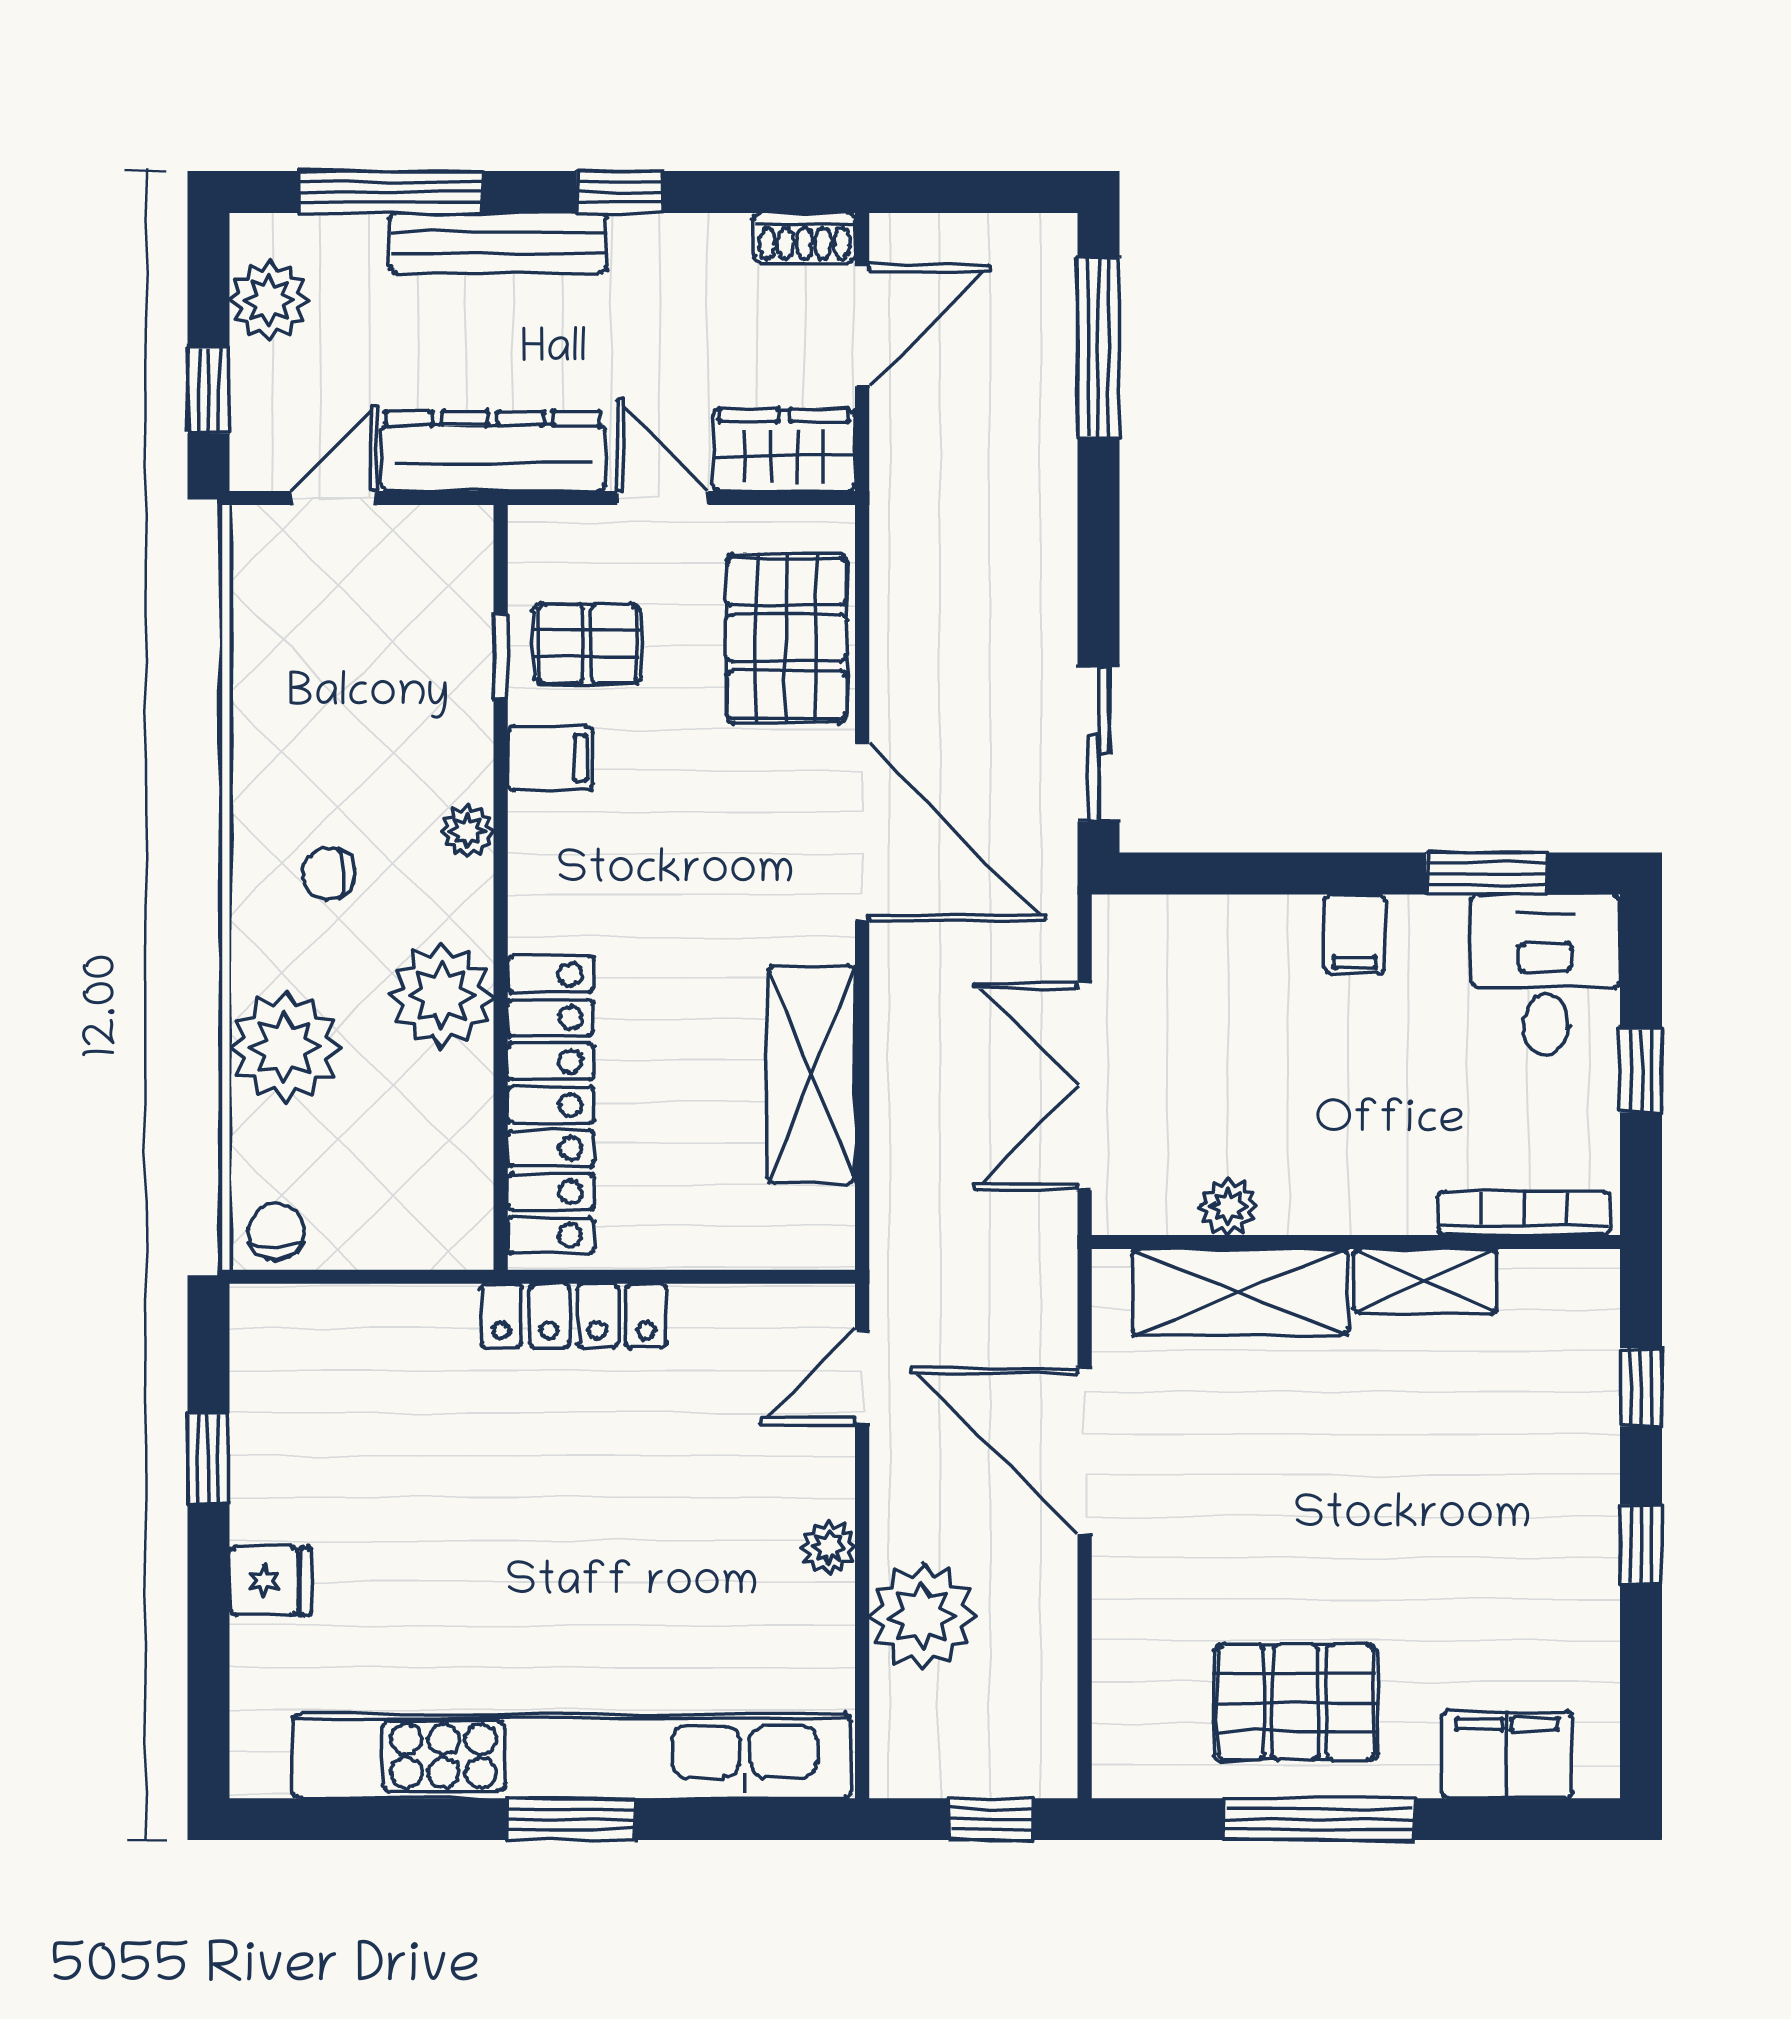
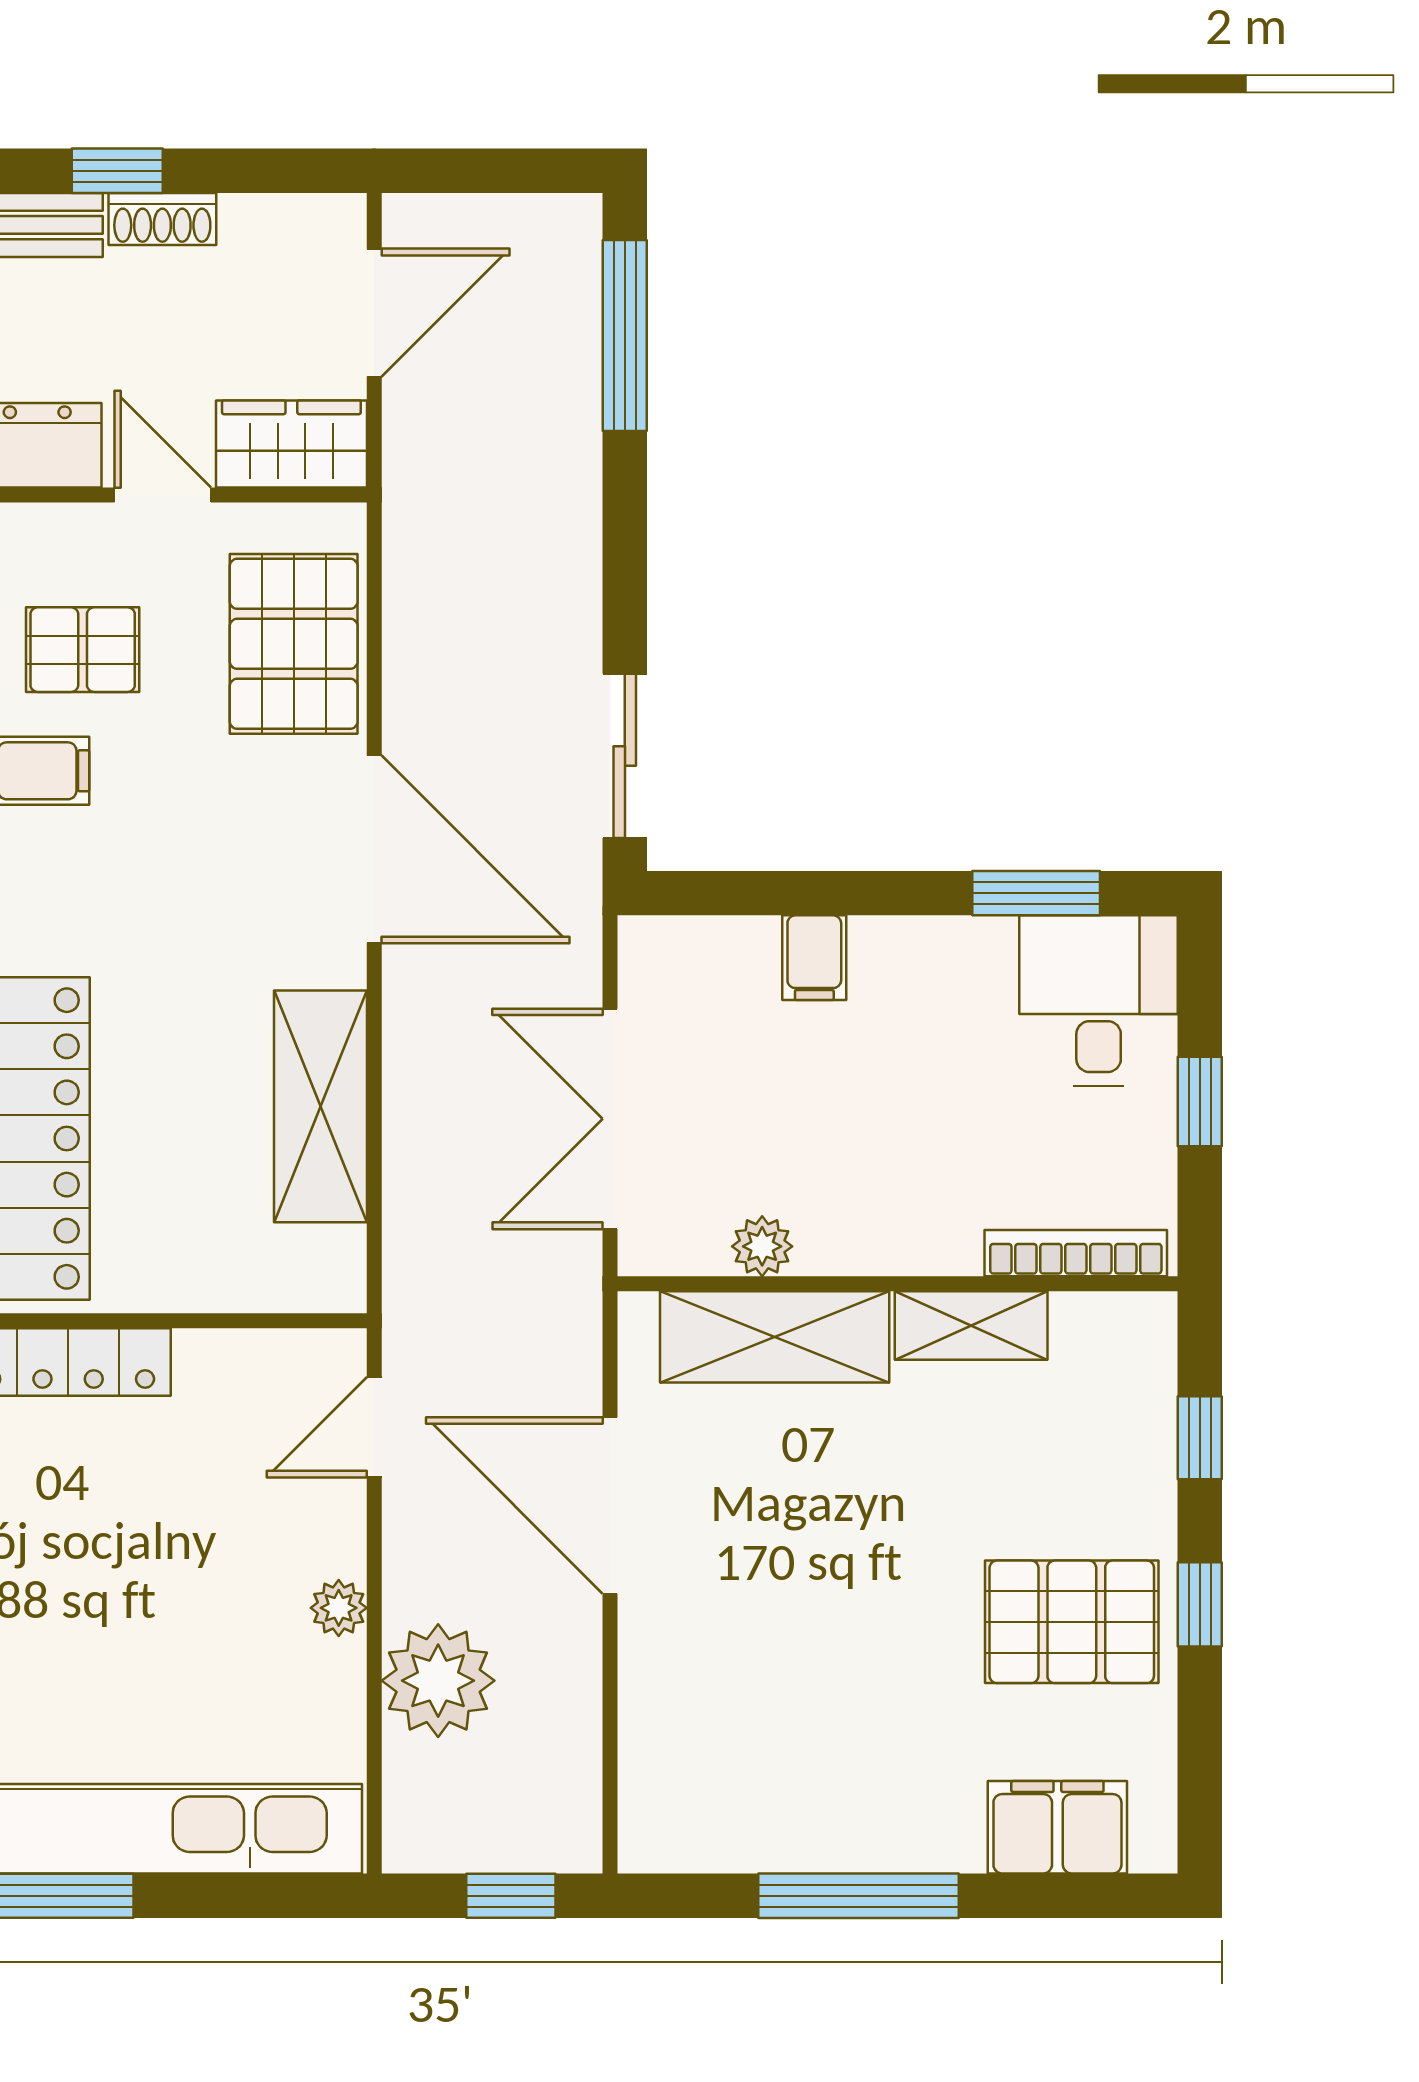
shoe rack: (804, 238) -> (162, 219), moved
filing cabinet: (1355, 934) -> (814, 958), moved
pallet: (1296, 1702) -> (1072, 1622), moved

